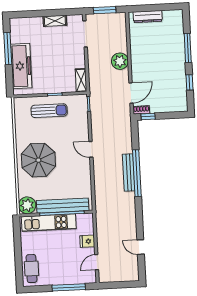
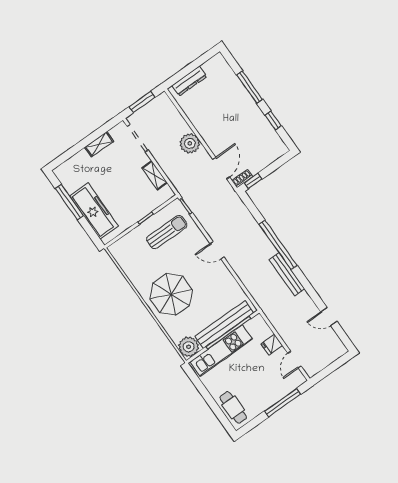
shelving: (81, 80) -> (155, 175), moved
sun lounger: (49, 111) -> (167, 232), moved
bench: (129, 173) -> (287, 274), moved

